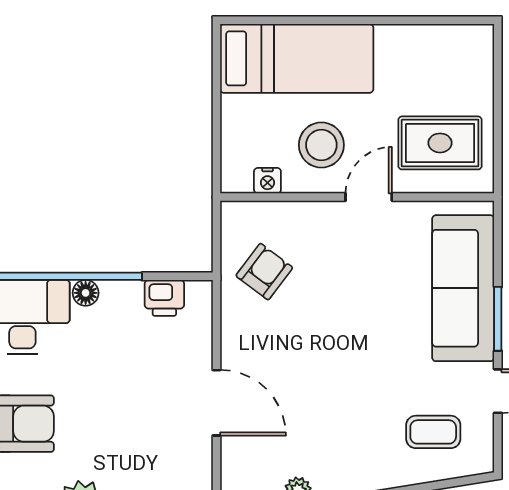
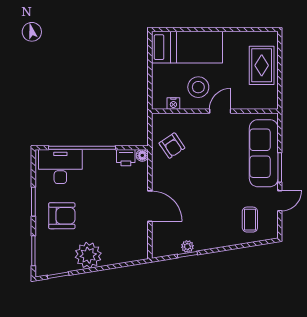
rug: (440, 143) -> (262, 65), moved, turned 90
armchair: (264, 272) -> (172, 146), turned 109
floor lamp: (86, 293) -> (142, 155), moved
coffee table: (433, 432) -> (250, 220), turned 90

